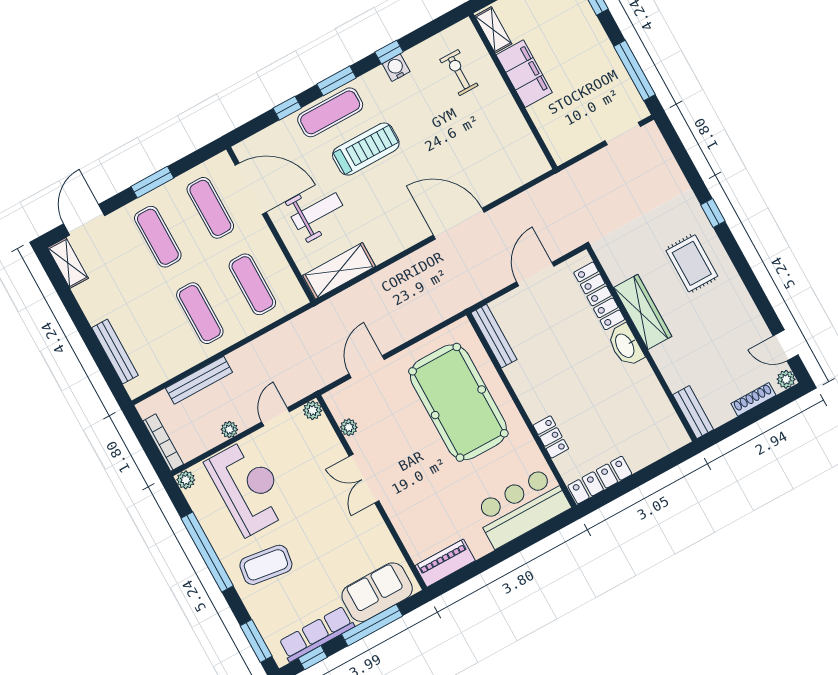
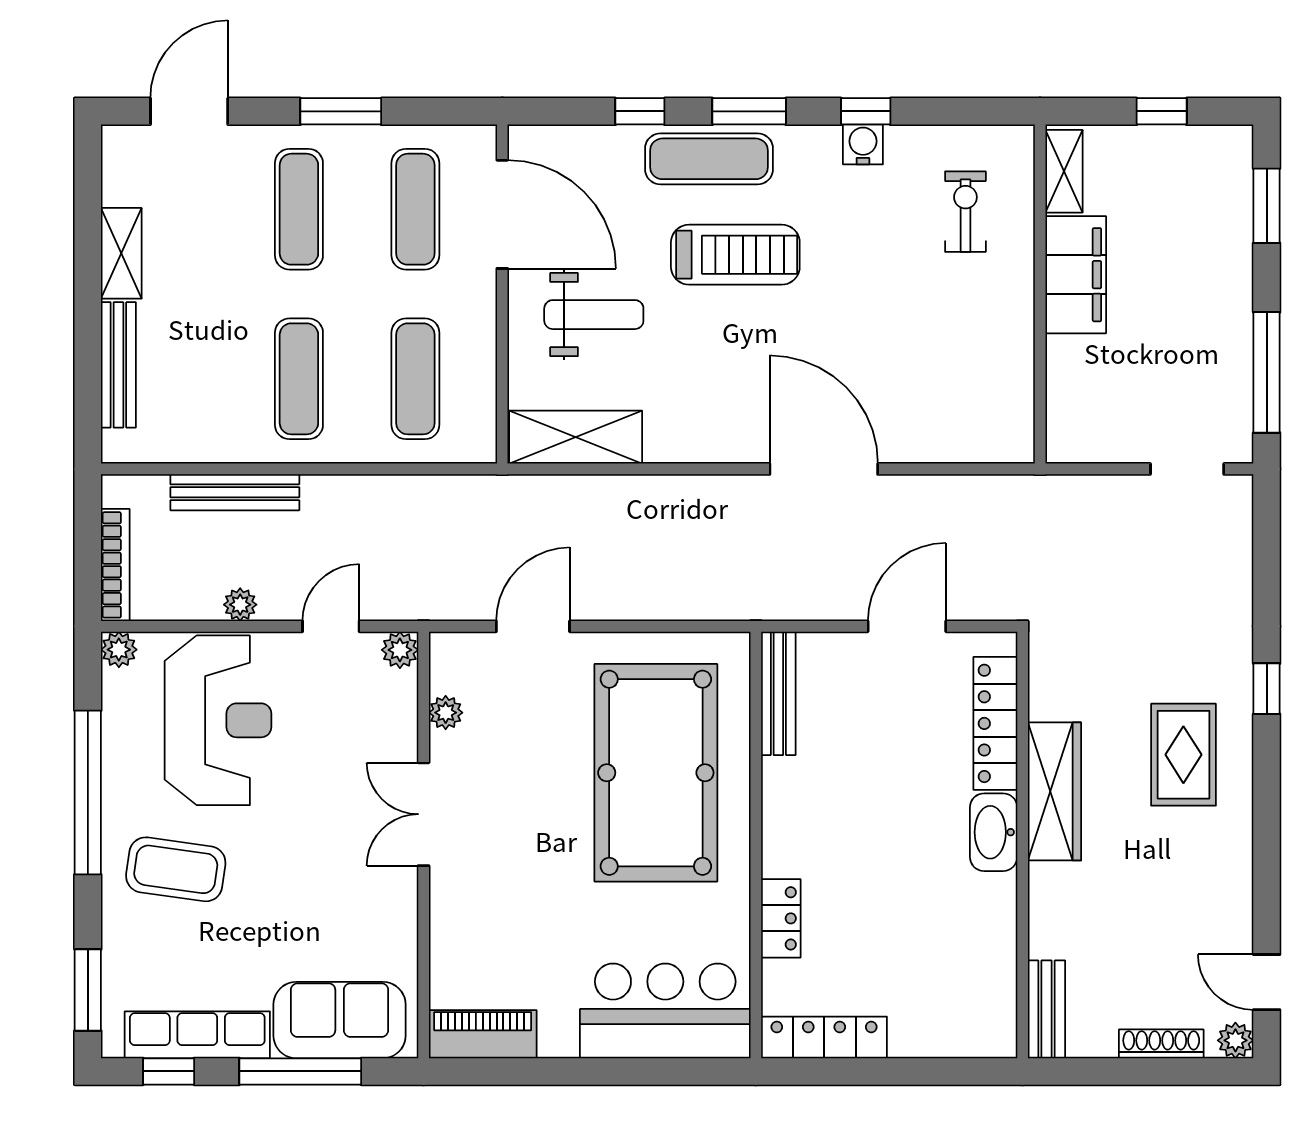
shelving: (68, 263) -> (121, 253), moved

